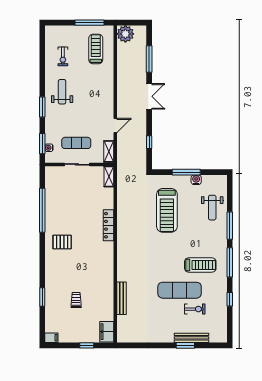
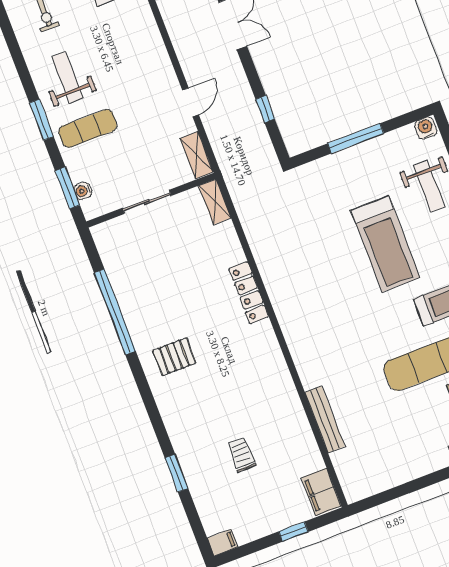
exercise mat: (76, 143) -> (88, 128), moved
water cooler: (196, 180) -> (426, 128), moved
treadmill: (167, 210) -> (385, 244), moved

